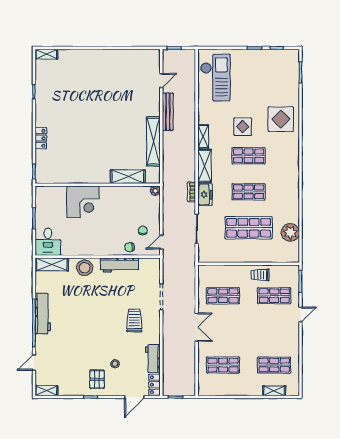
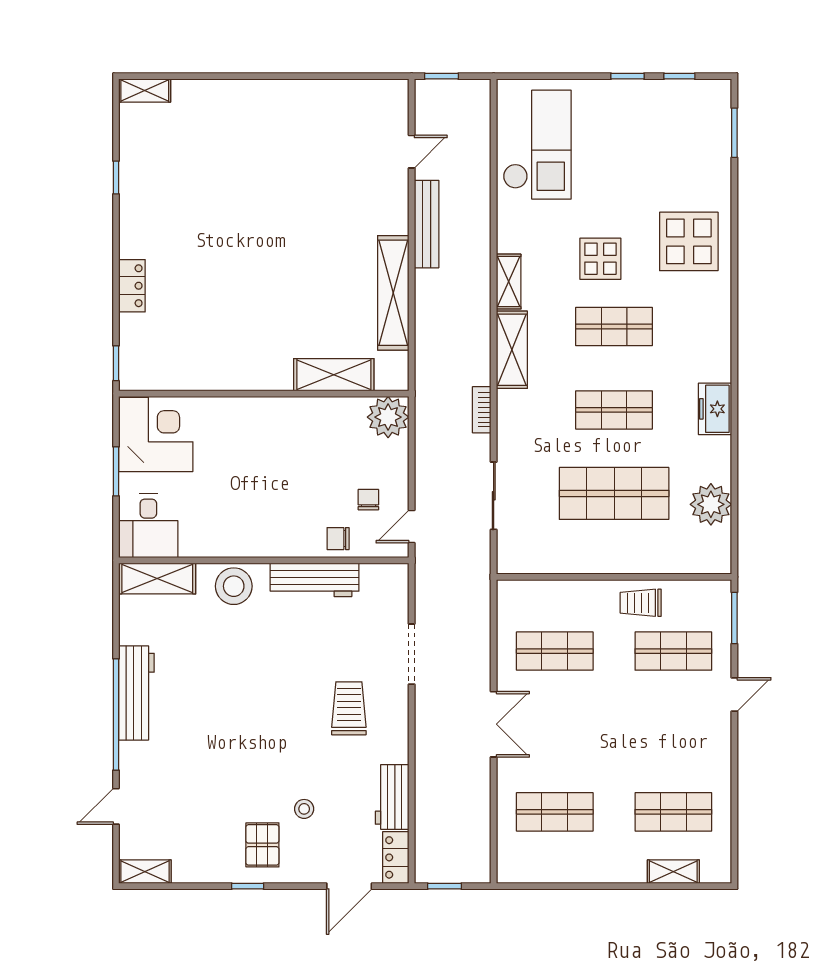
plant: (155, 191) -> (388, 417), width x1.88, depth x1.88
freezer: (205, 195) -> (715, 409), moved, turned 180
corner desk: (83, 202) -> (156, 434), moved, turned -90

